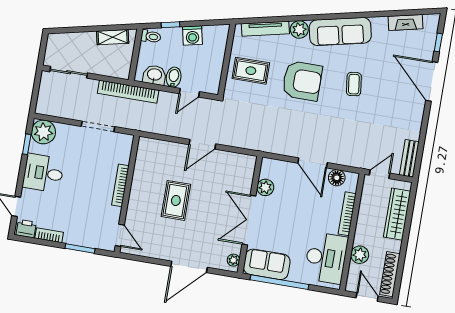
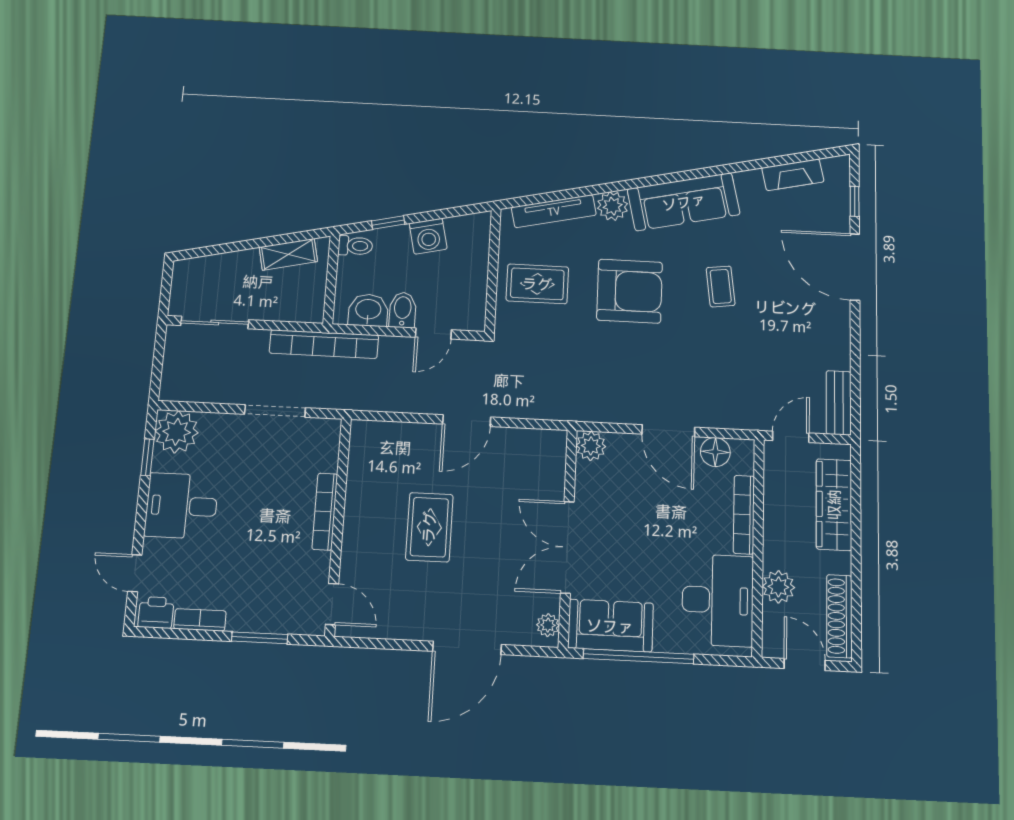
plant: (265, 187) -> (591, 446), moved

